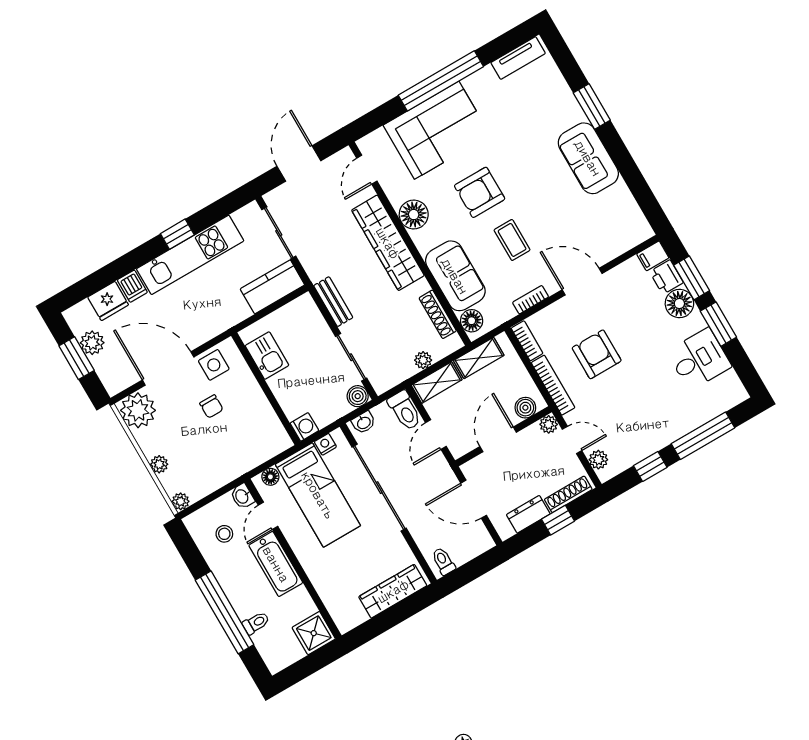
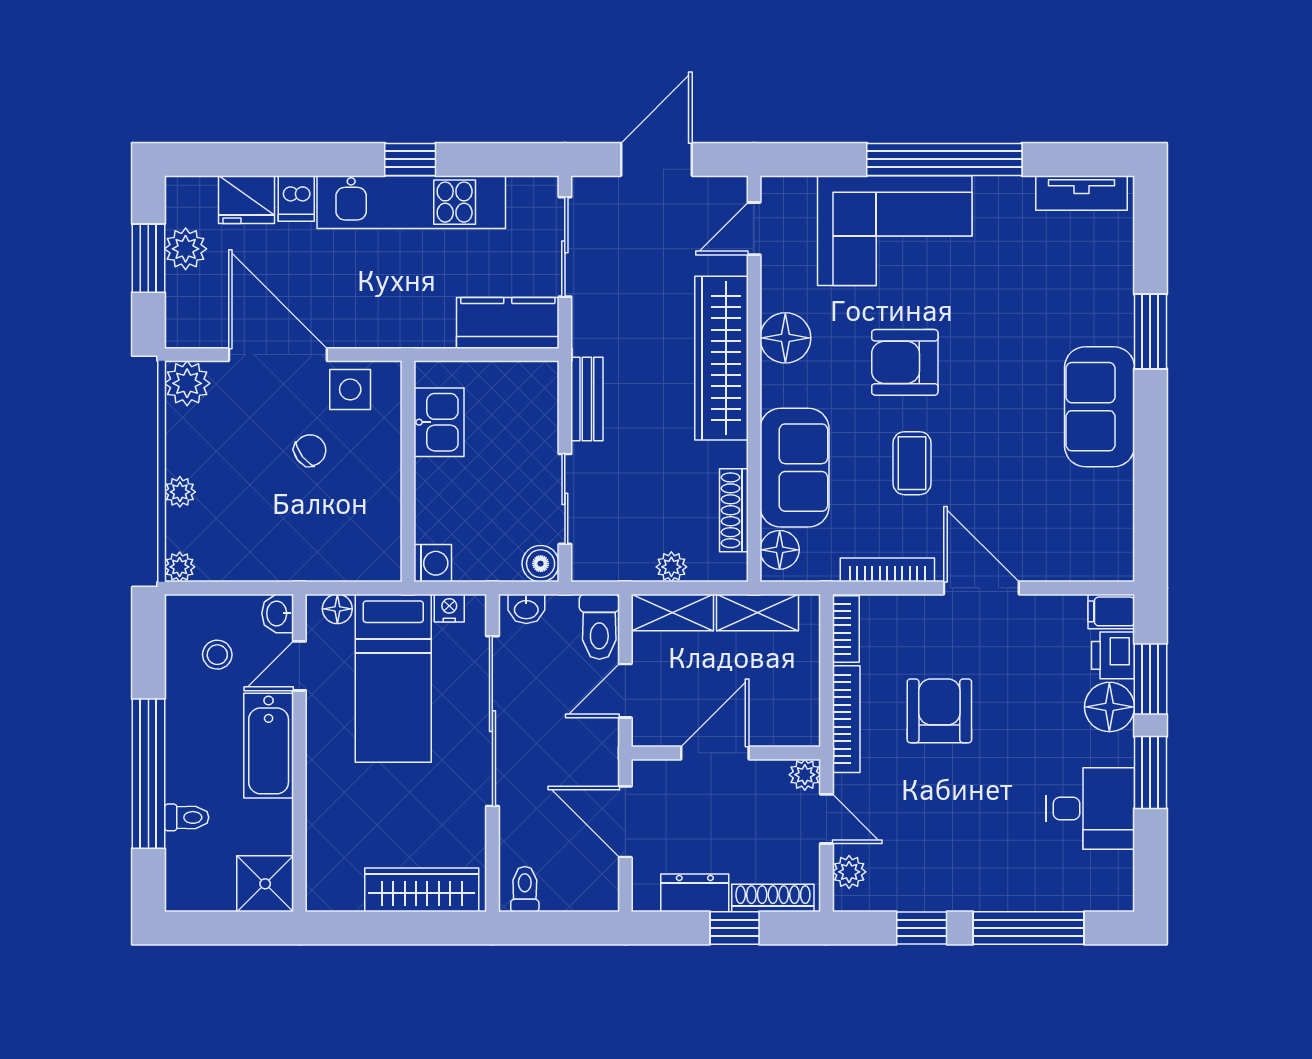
bookcase: (531, 300) -> (887, 570), width x1.56
chair: (211, 406) -> (310, 450), turned -127
boiler: (525, 408) -> (784, 729), removed
plant: (138, 410) -> (187, 383), width x0.73, depth x0.73

